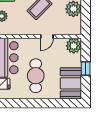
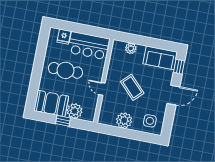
plant: (74, 46) -> (75, 111), moved

